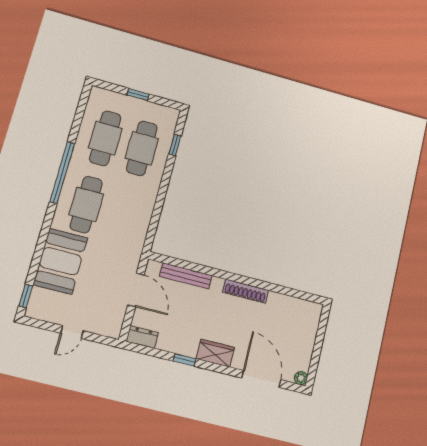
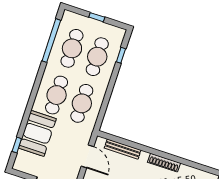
window: (62, 173) -> (51, 41), moved
cafe table: (124, 214) -> (82, 103), added
window: (26, 296) -> (17, 145), moved

